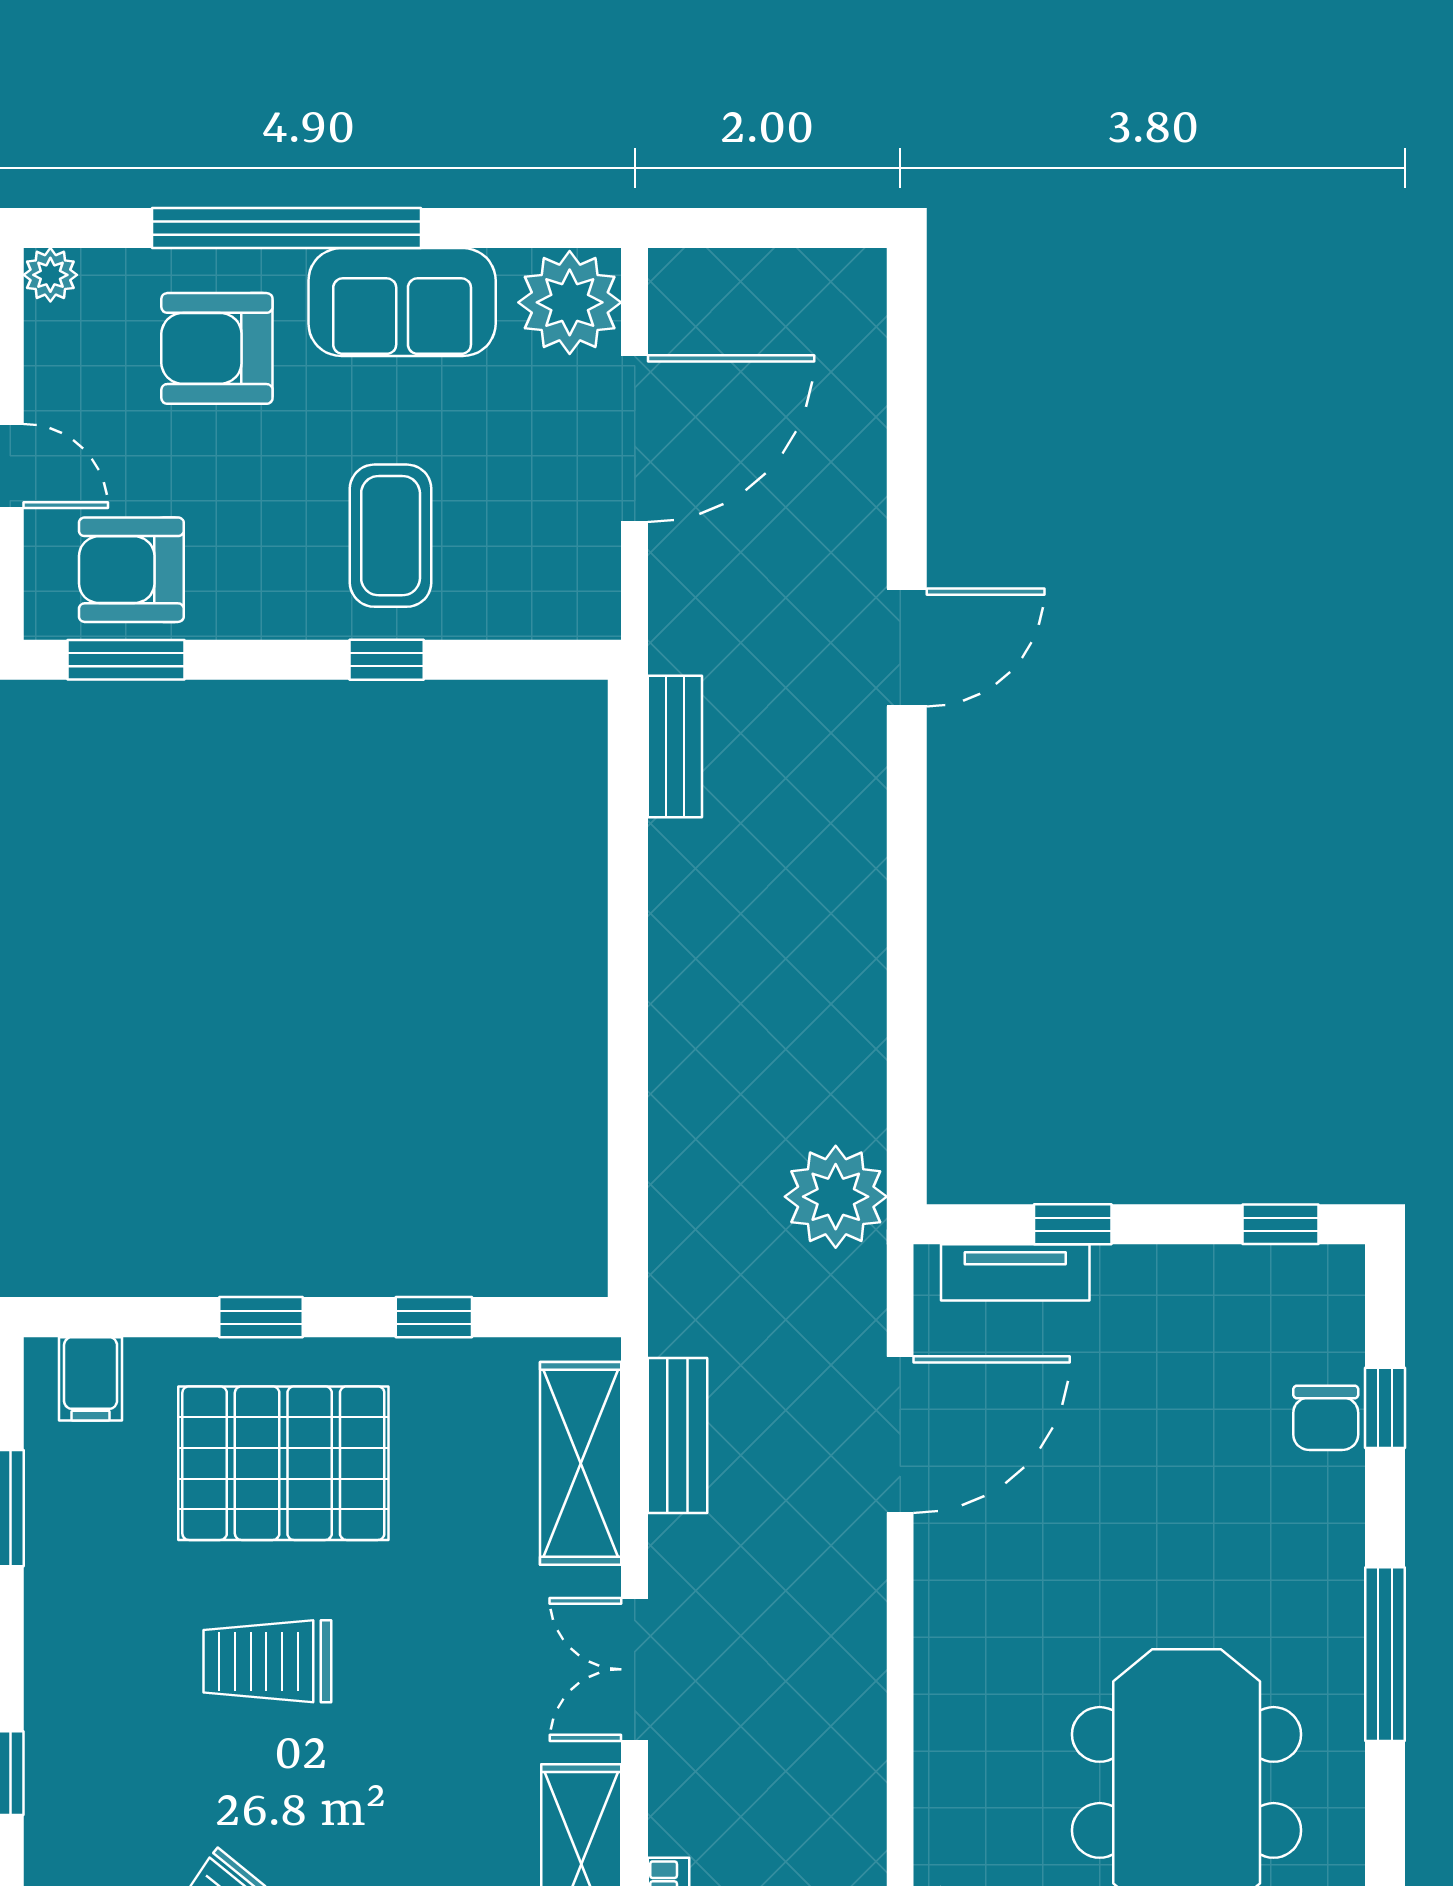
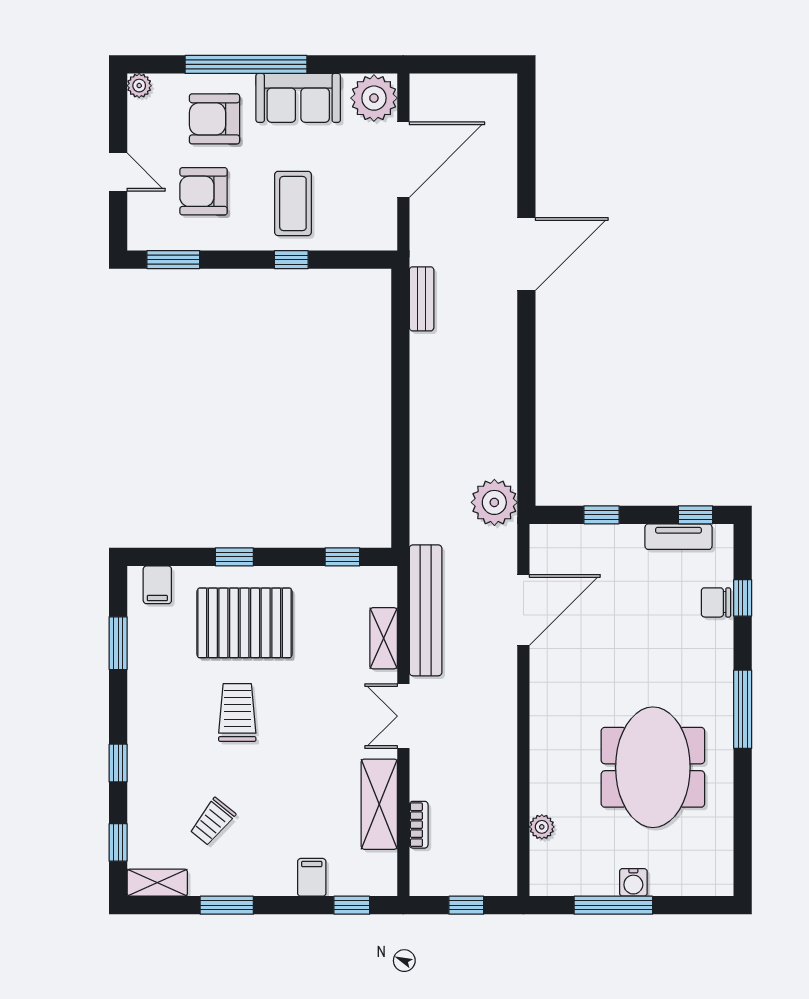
armchair: (131, 570) -> (204, 191), moved
door: (907, 647) -> (526, 254), width x1.36
tv unit: (1015, 1272) -> (679, 537), moved
window: (434, 1317) -> (342, 557), moved
chair: (1326, 1418) -> (716, 602), turned 90
bench: (677, 1435) -> (426, 610), width x1.86, depth x1.21
shelving: (581, 1463) -> (384, 638), width x0.67, depth x0.75
trolley: (267, 1661) -> (237, 712), turned 90

